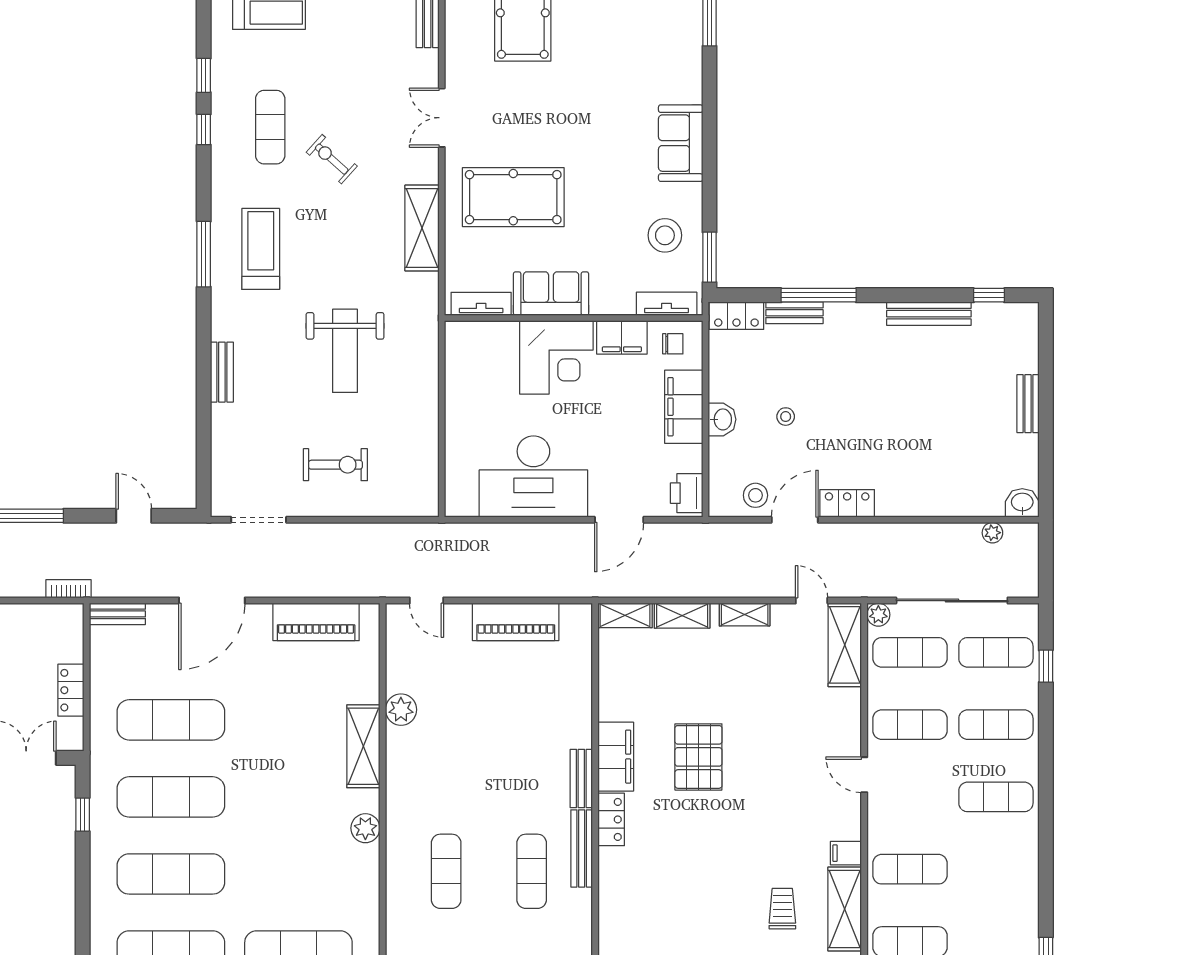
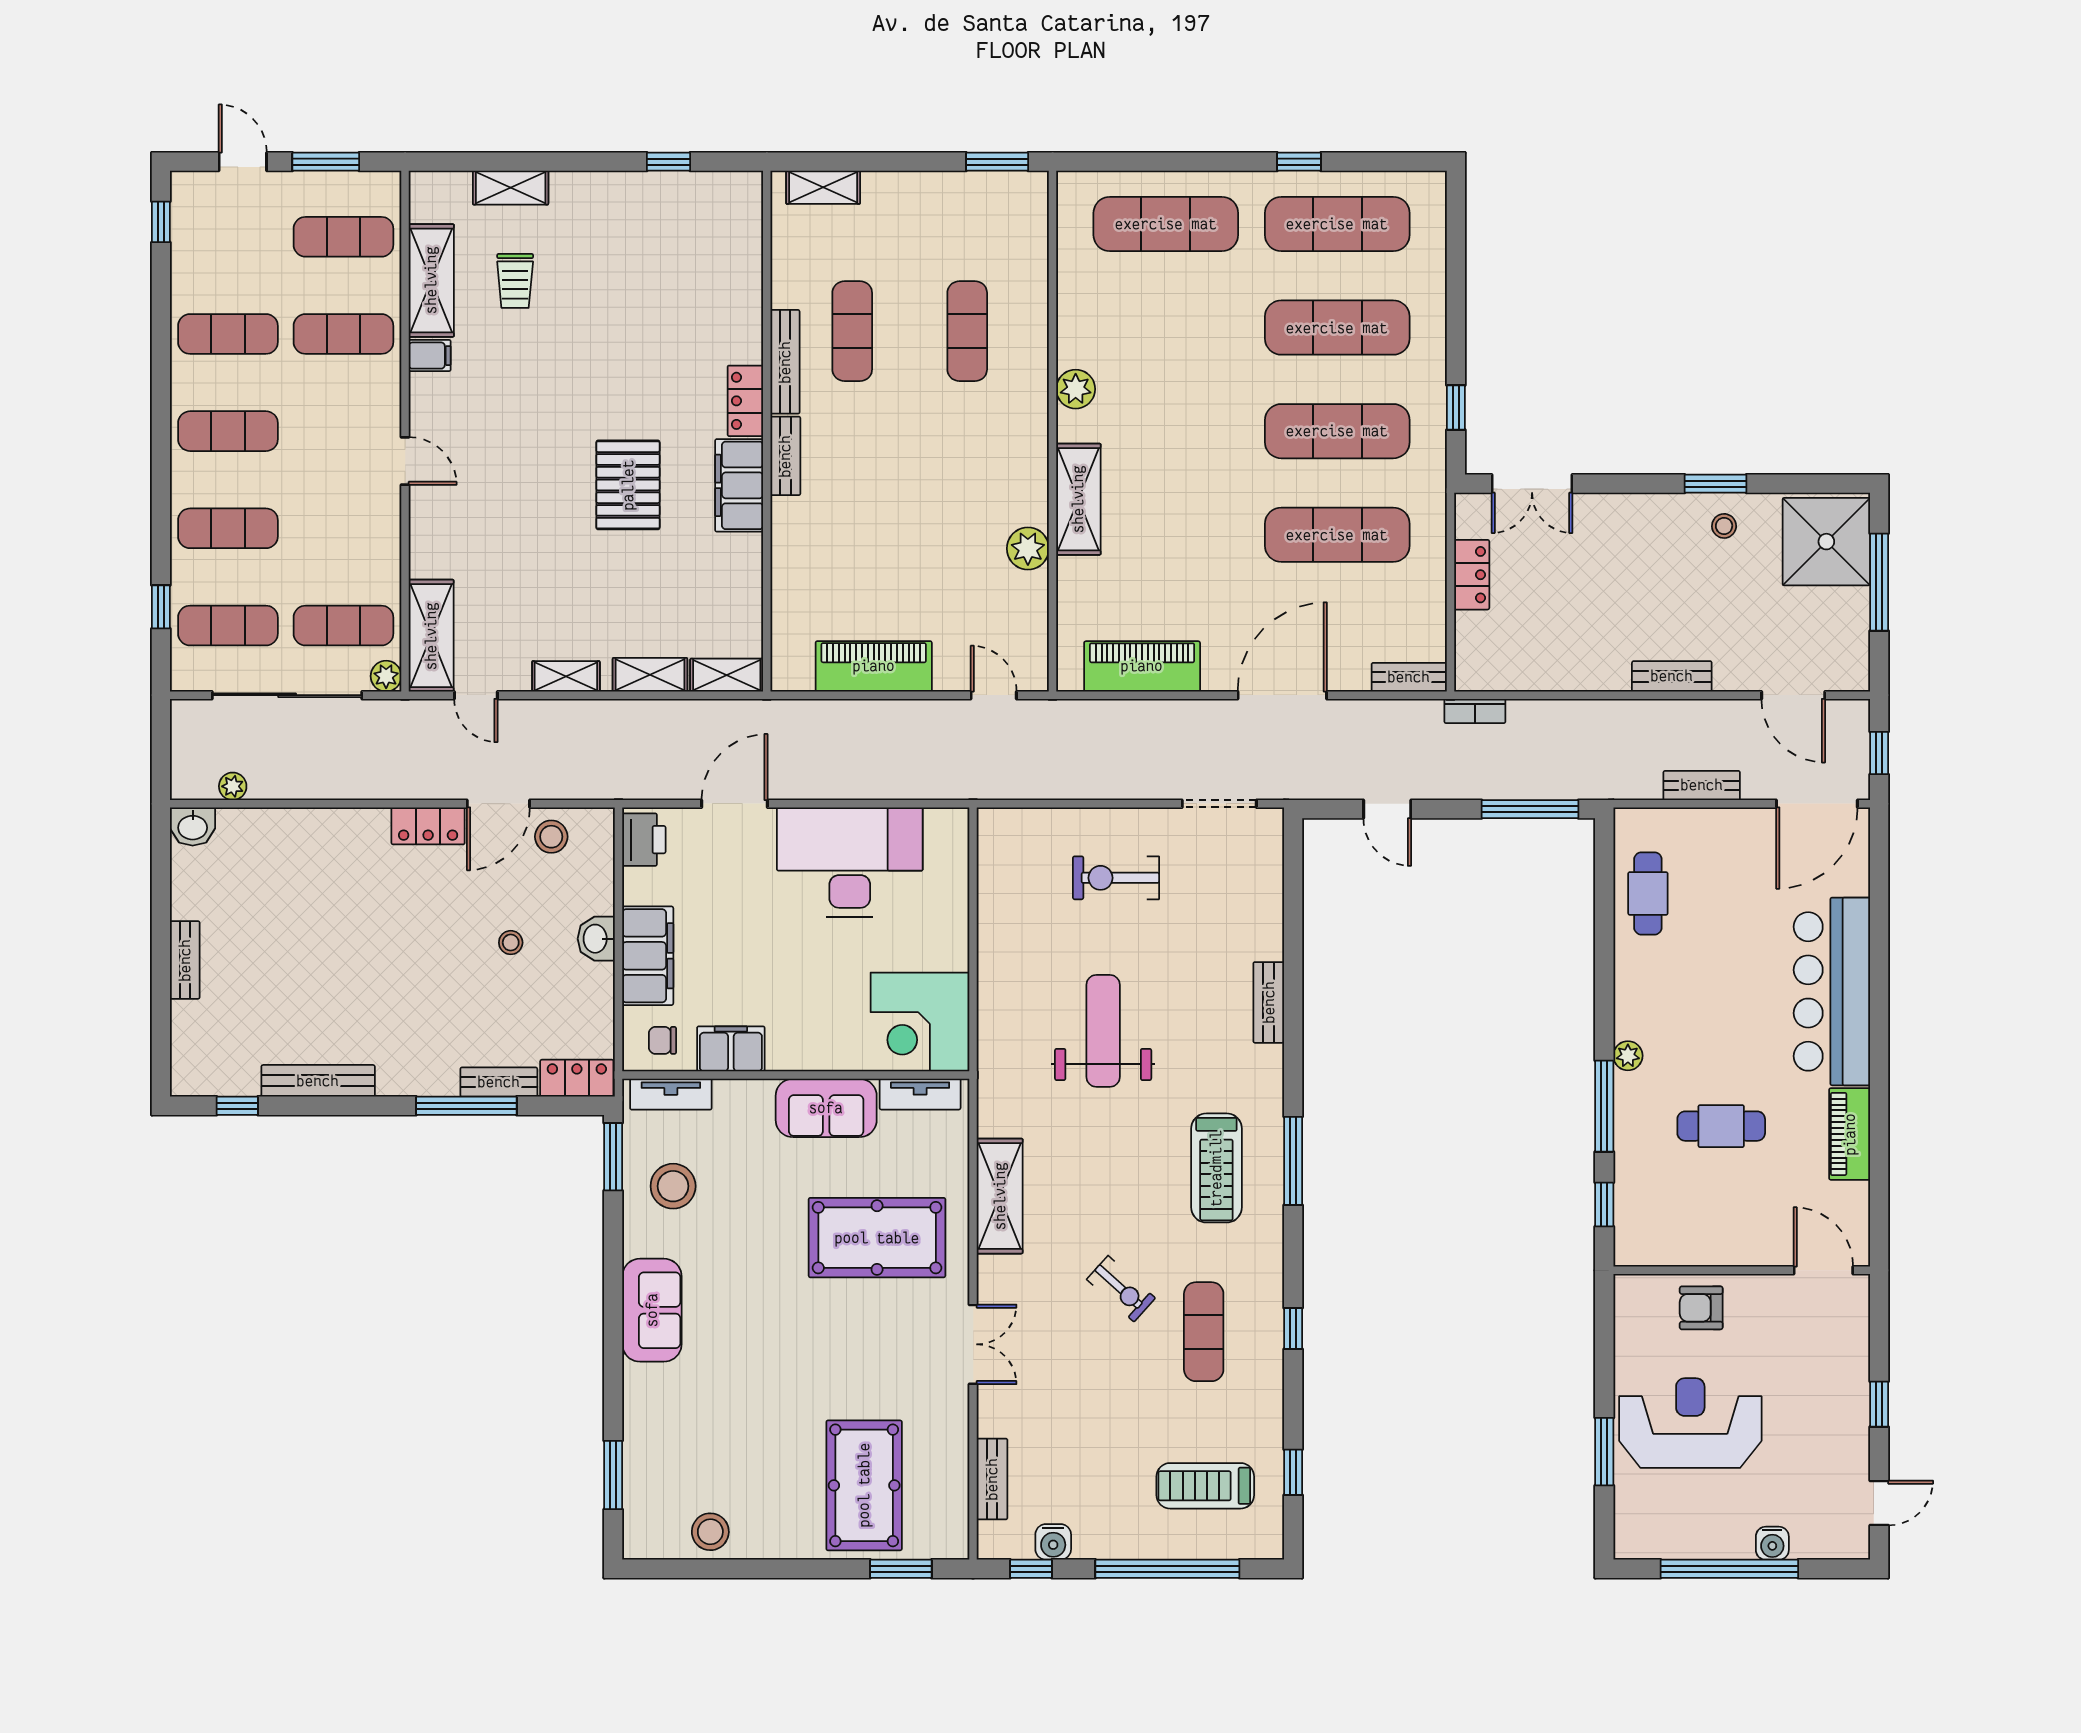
window: (204, 75) -> (1293, 1472), moved
corner desk: (556, 357) -> (920, 1022), moved, turned -90
exercise mat: (910, 725) -> (228, 334), moved

